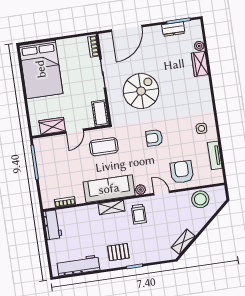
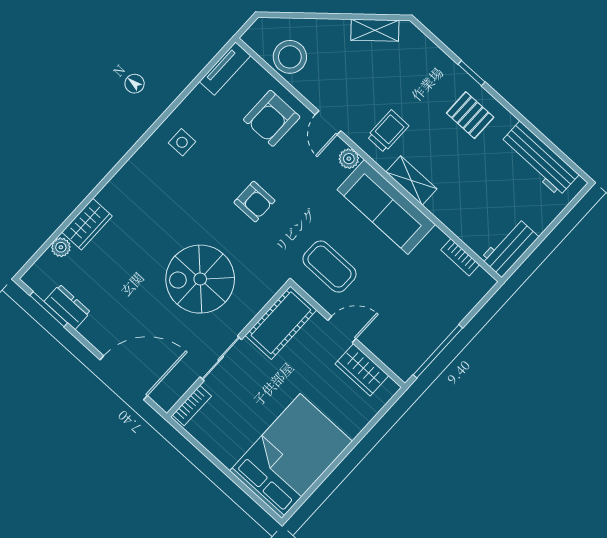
cot: (100, 113) -> (281, 323), width x1.37, depth x1.34
tv unit: (215, 155) -> (225, 69), moved

